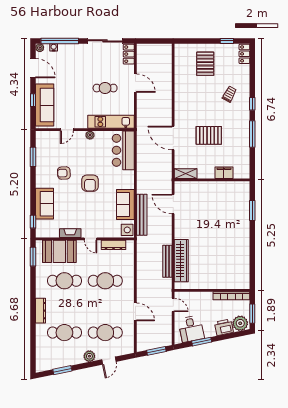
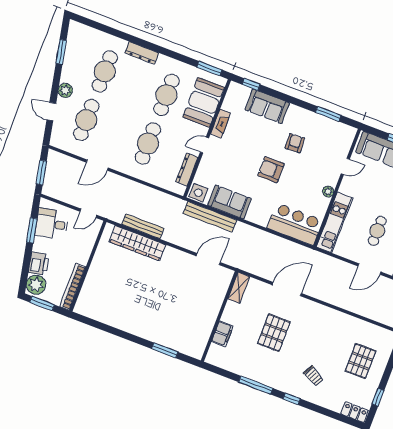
pallet: (205, 64) -> (361, 361), turned 90
door: (67, 130) -> (345, 166), swing flipped

